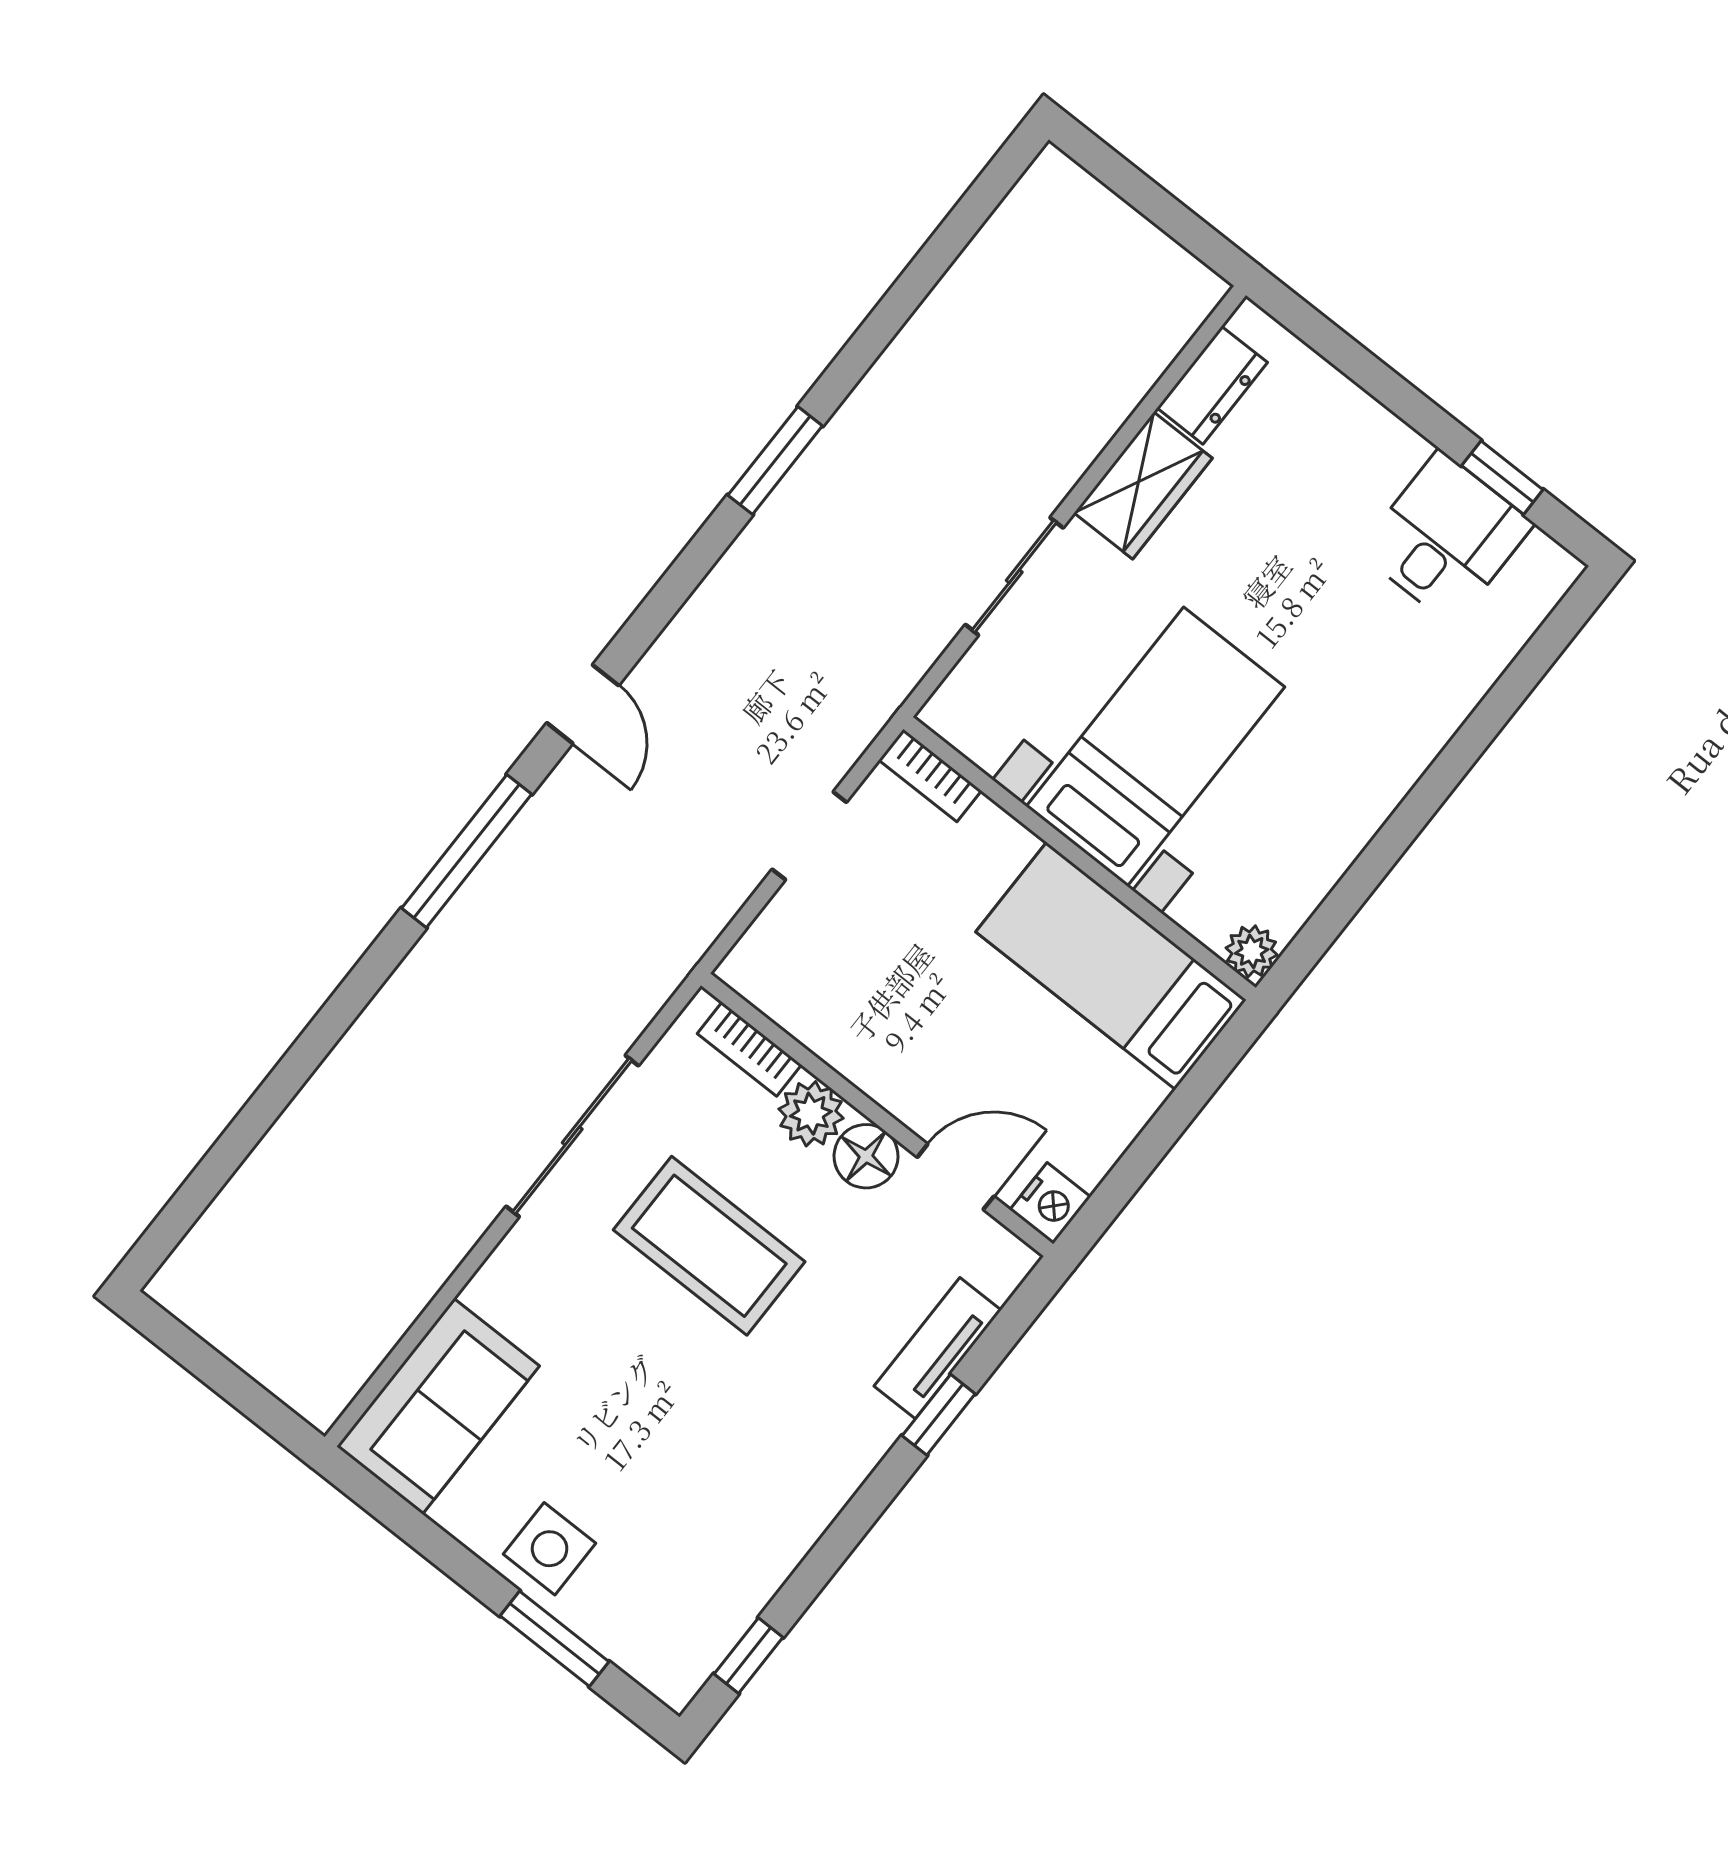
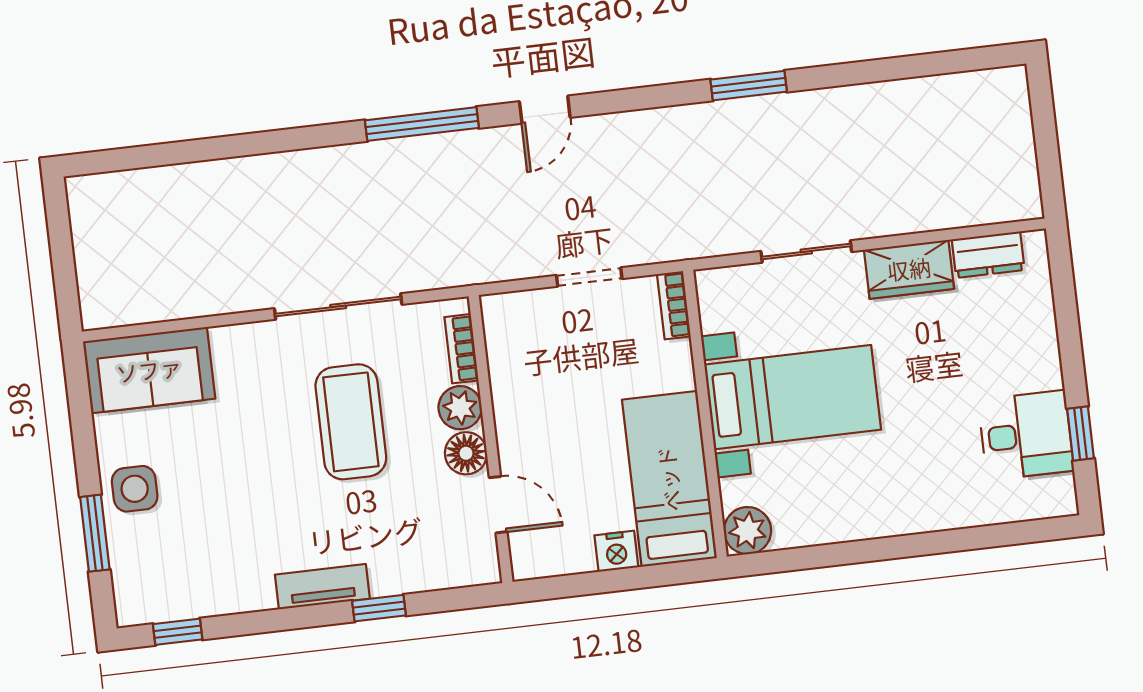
plant: (1252, 951) -> (748, 531), width x1.38, depth x1.38
nightstand: (1050, 1203) -> (616, 551), moved
tv unit: (938, 1348) -> (322, 587), moved

